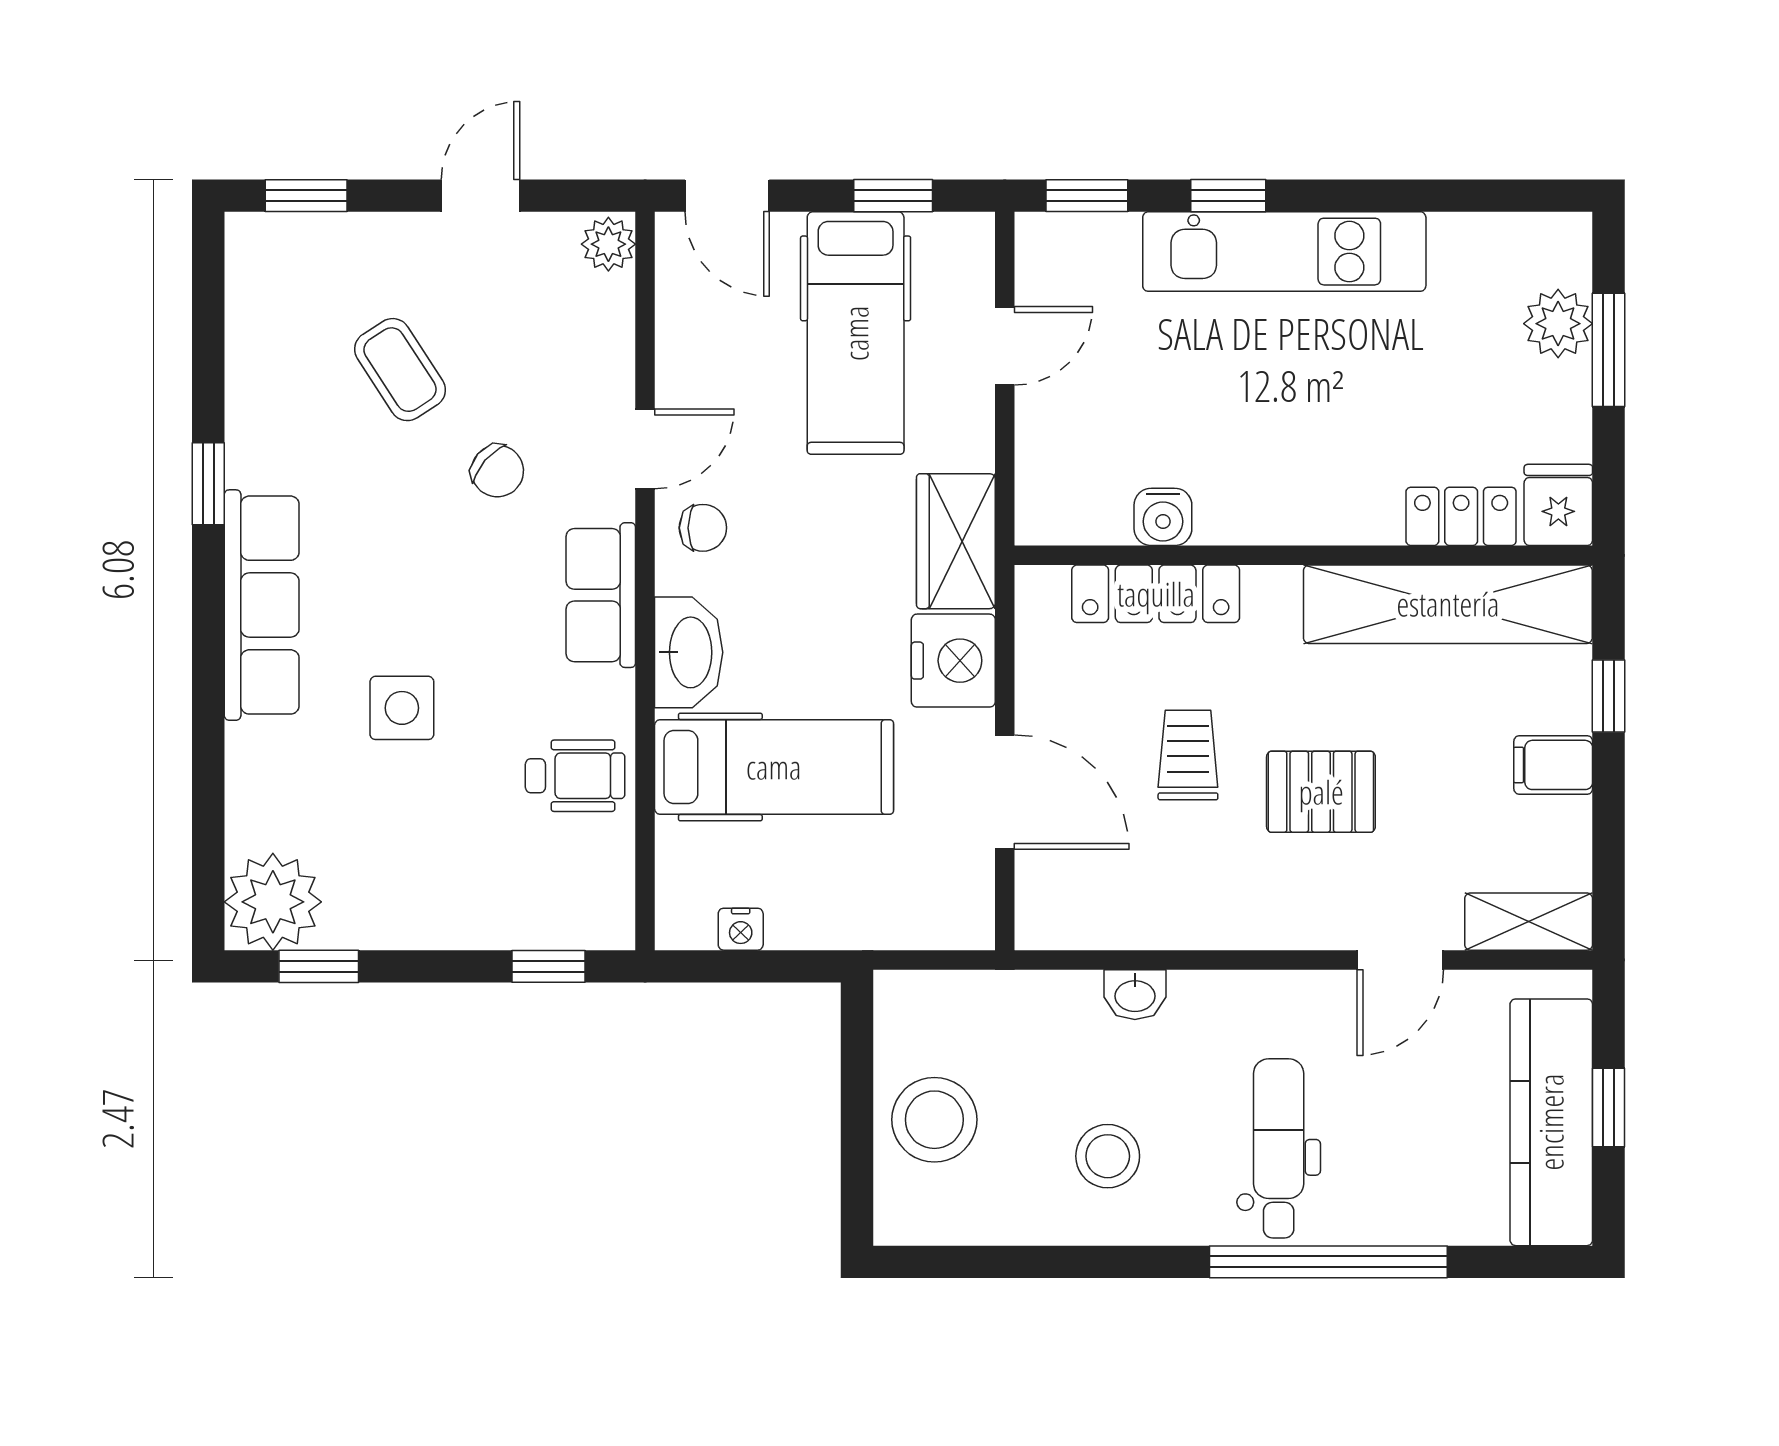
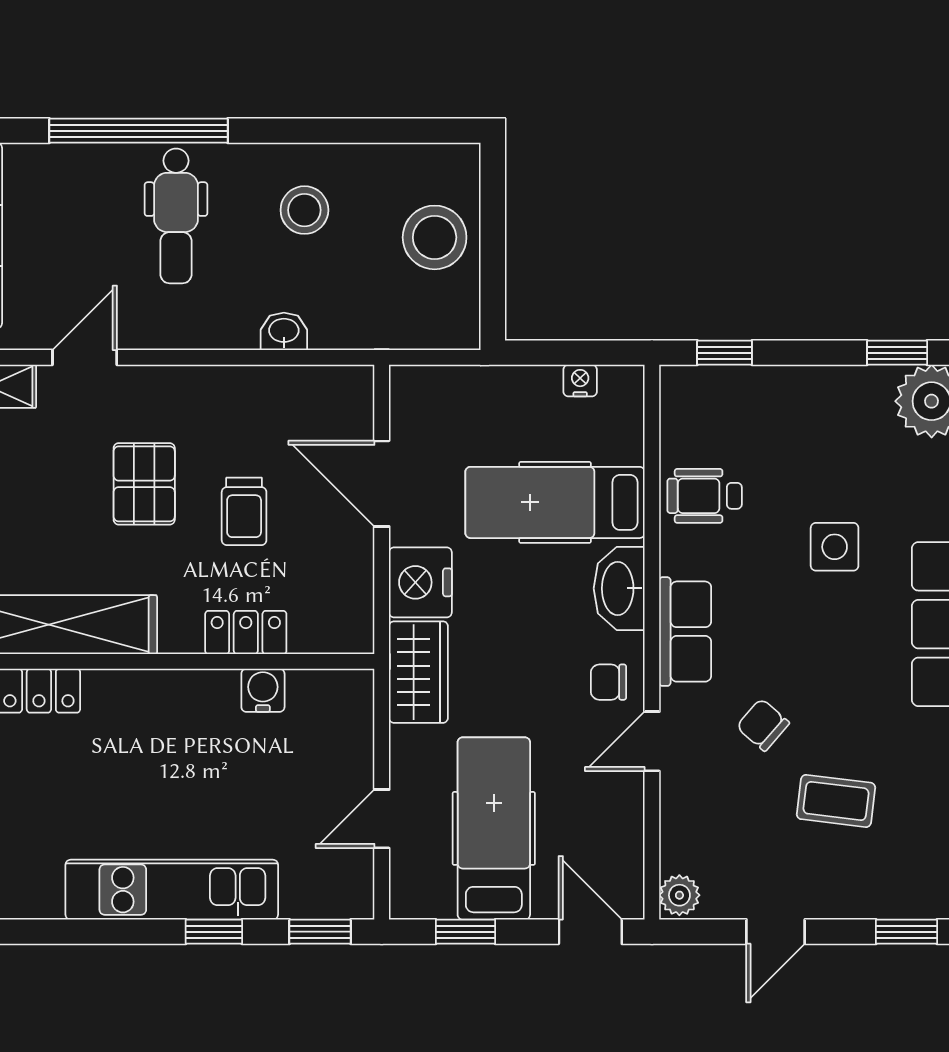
coffee table: (400, 370) -> (836, 801), turned -50
locker: (1156, 594) -> (246, 633), width x0.66
pallet: (1321, 792) -> (144, 484), turned 90

